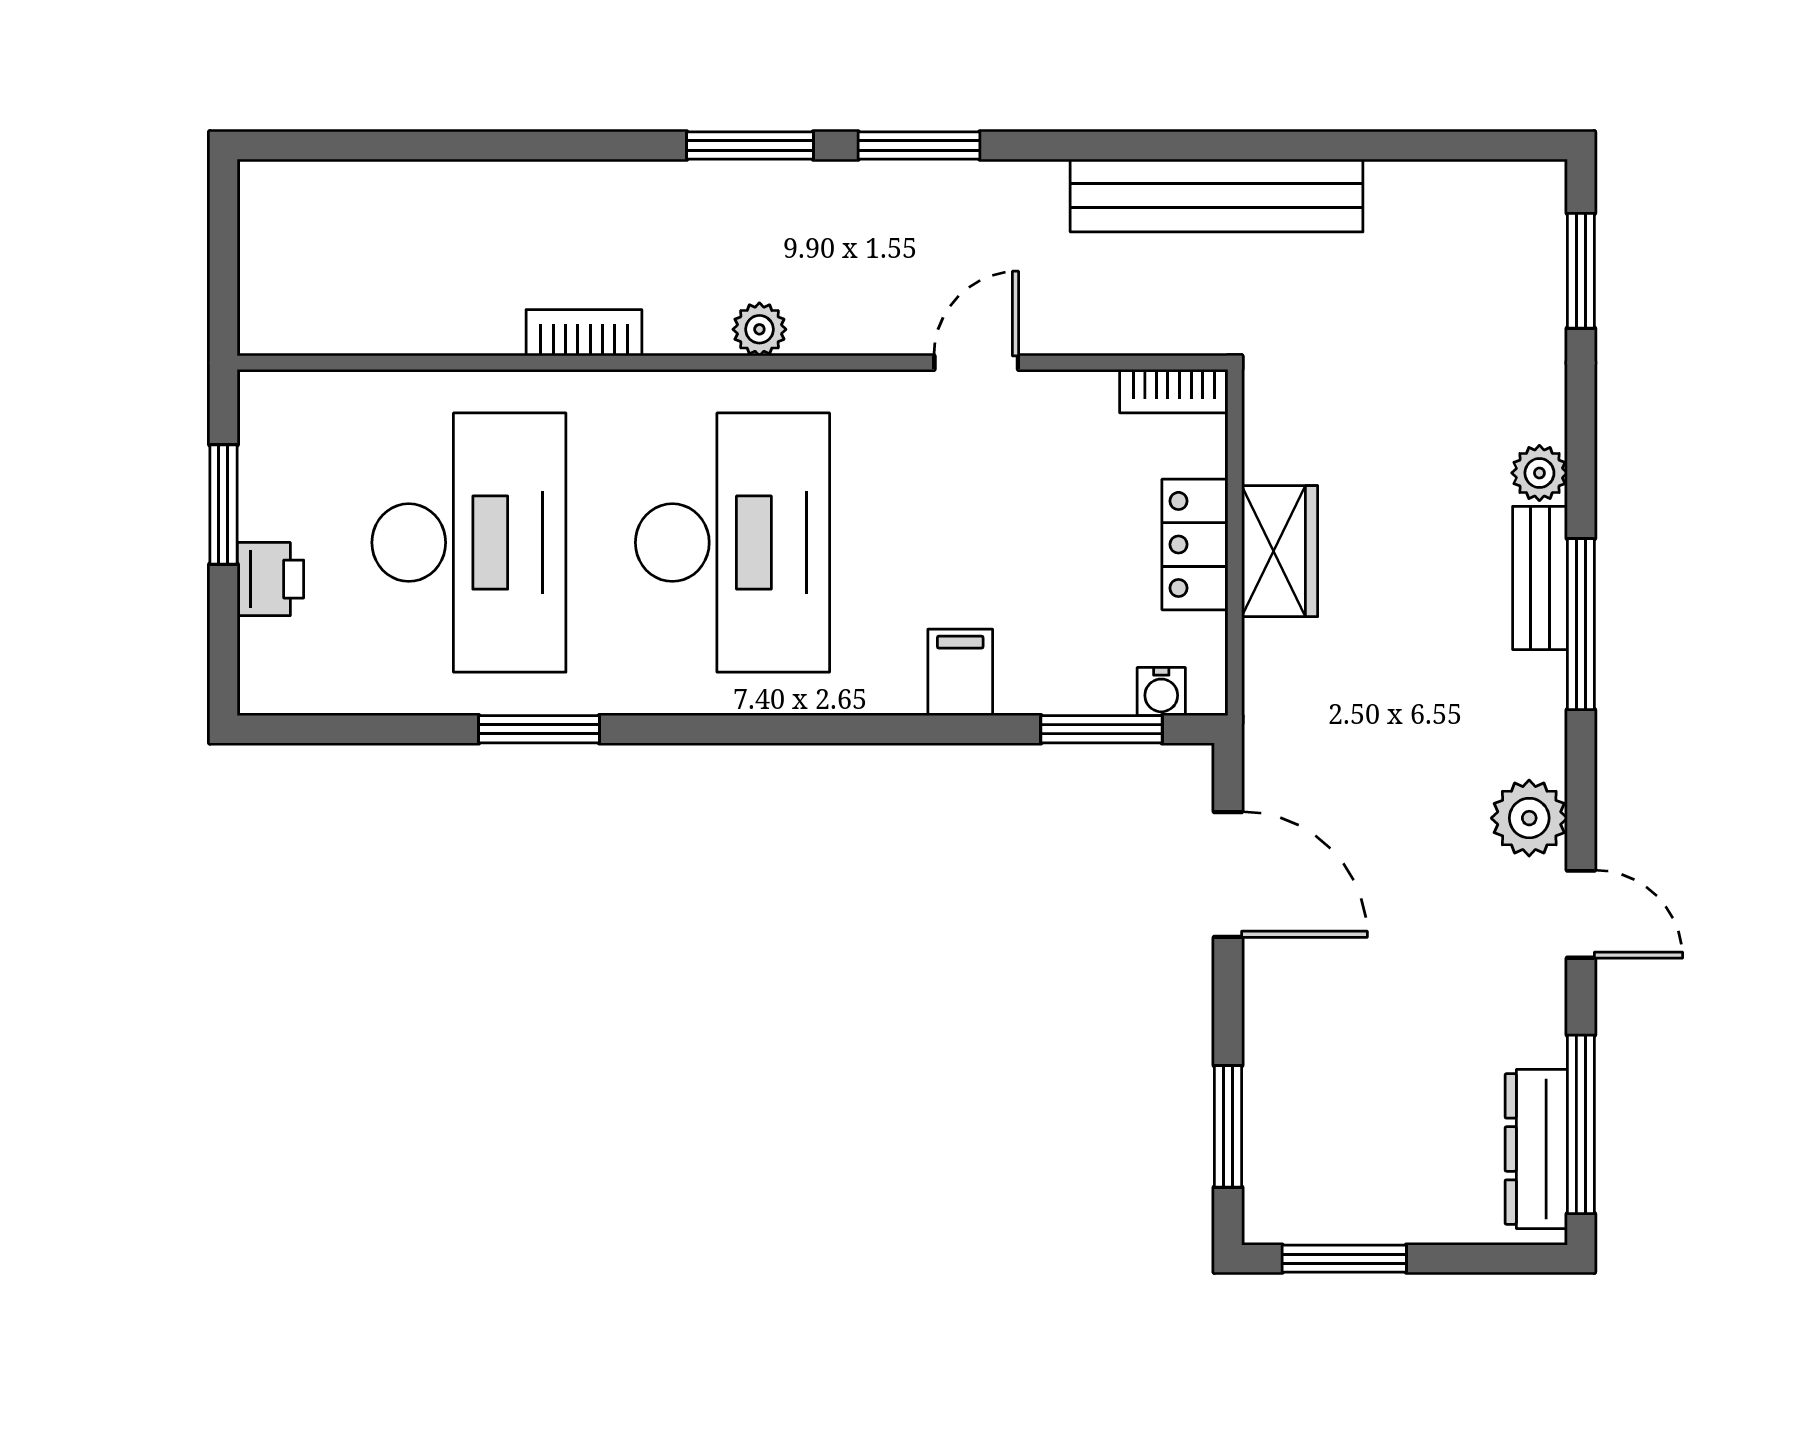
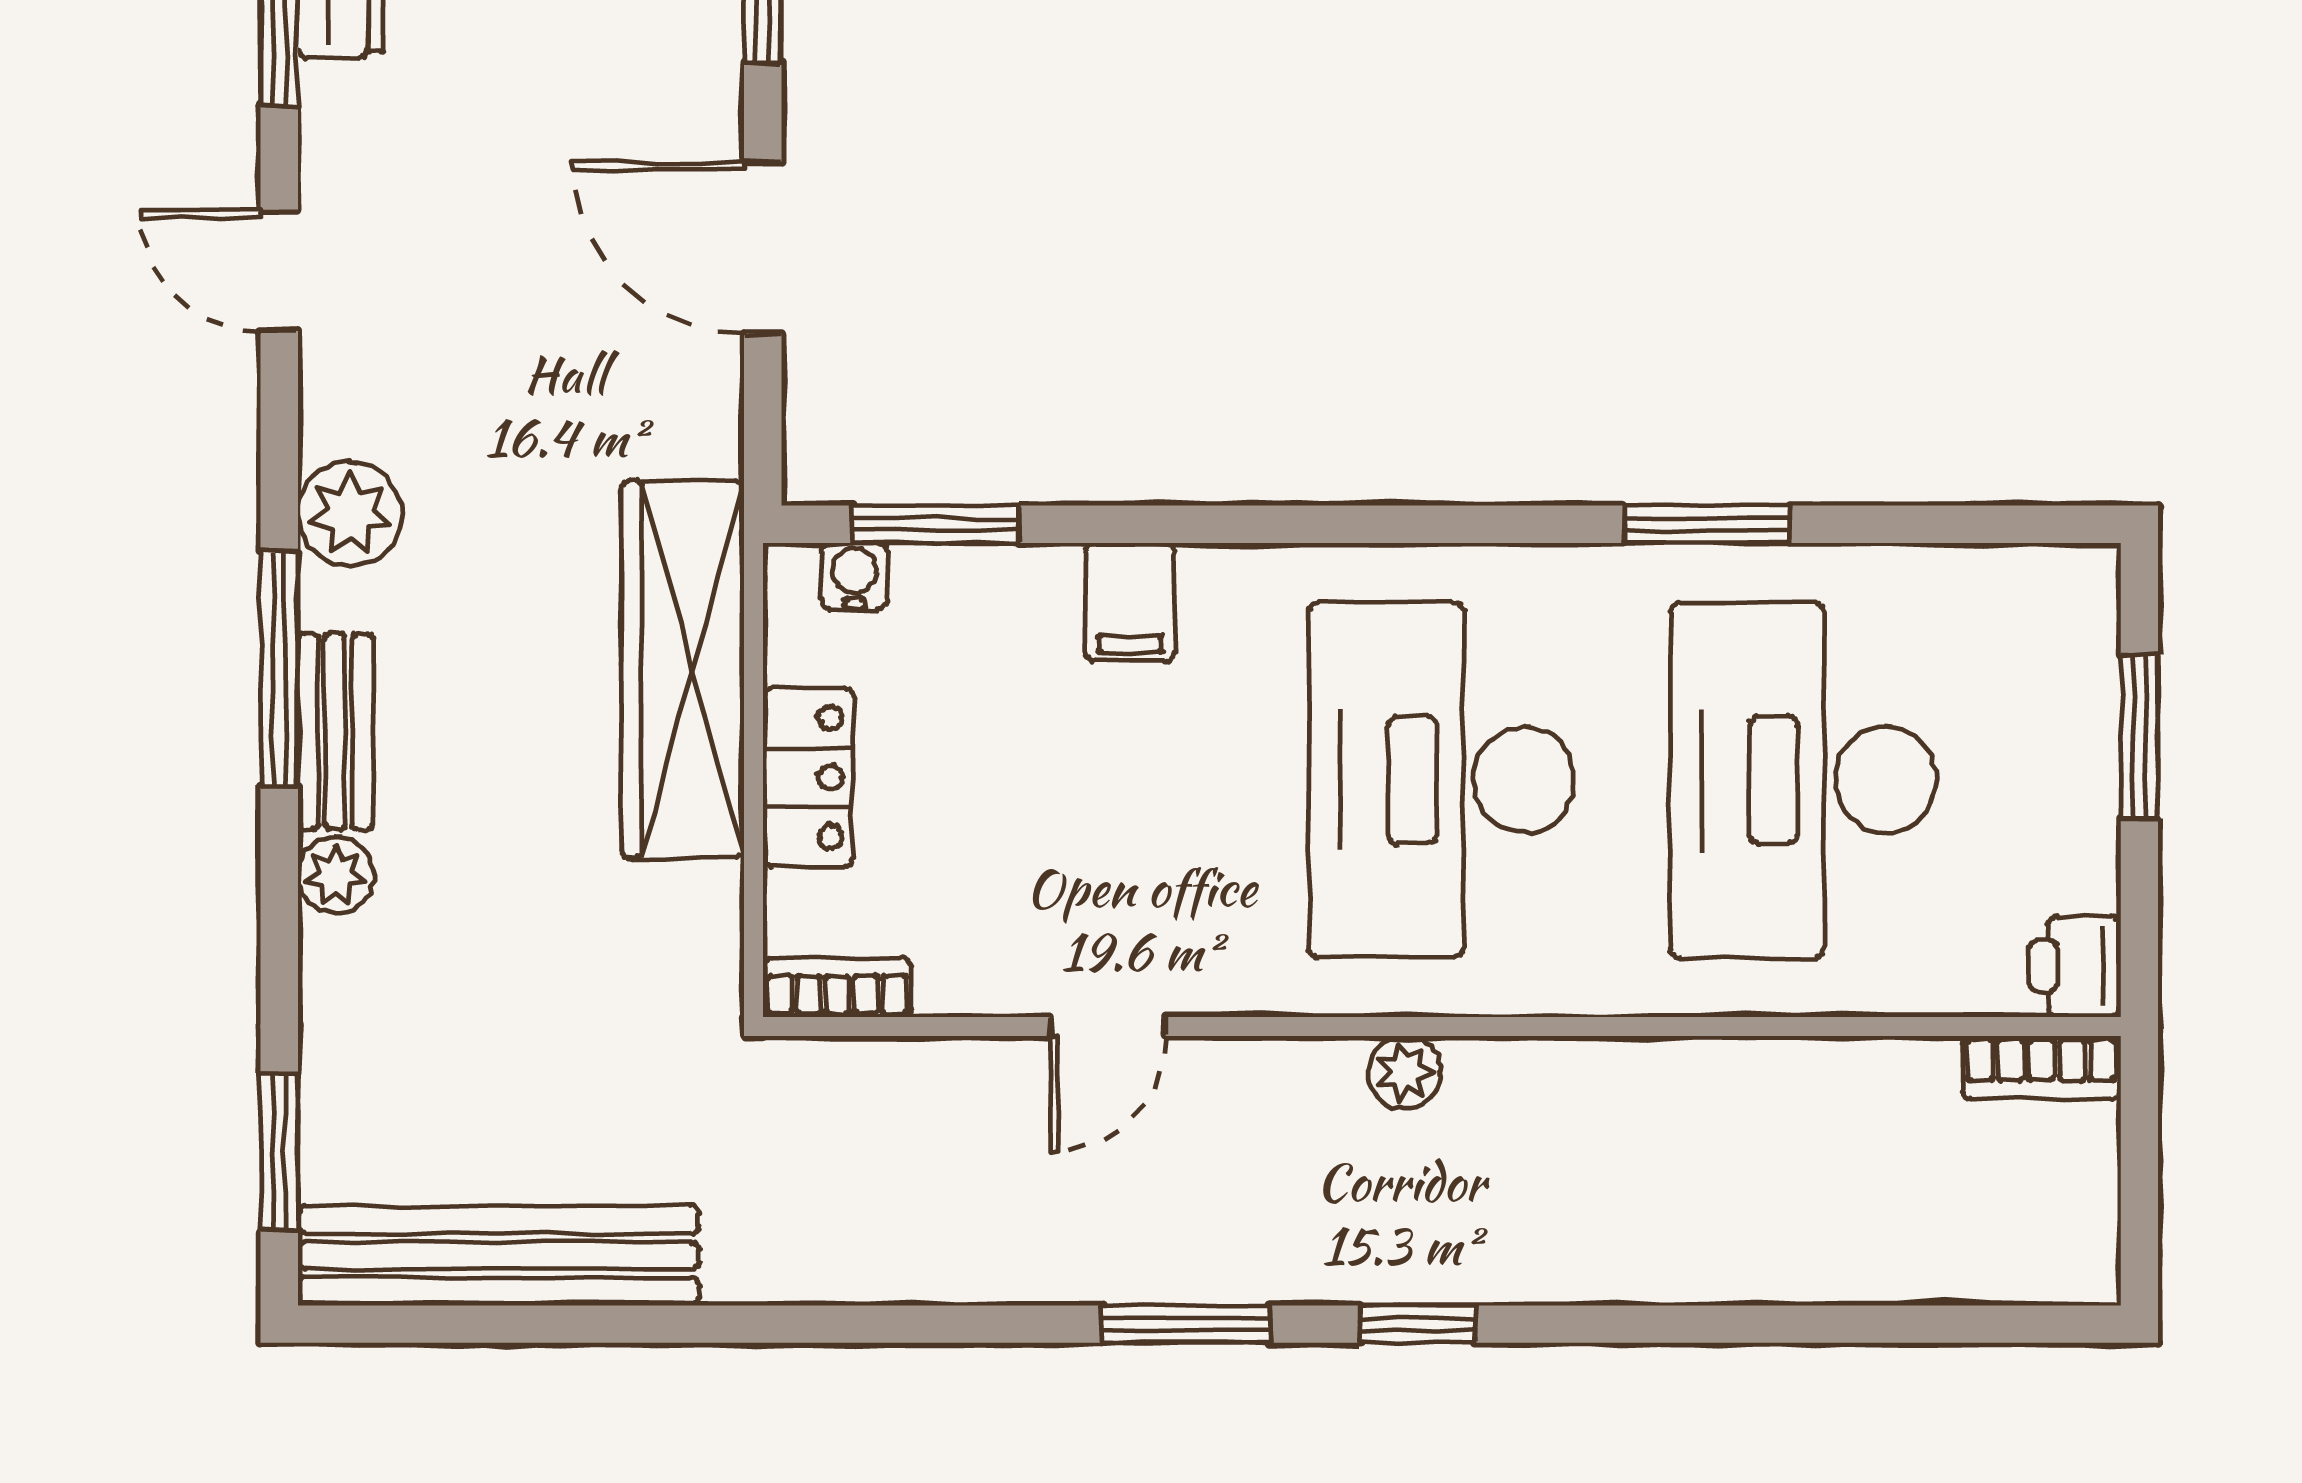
window: (750, 146) -> (1418, 1324), width x0.67
bench: (1217, 195) -> (498, 1256), moved
bookcase: (584, 333) -> (2041, 1068), moved
window: (223, 504) -> (2139, 737), moved
wardrobe: (1280, 551) -> (683, 669), width x2.10, depth x1.17
printer: (270, 579) -> (2075, 966), moved
plant: (1529, 818) -> (350, 514), moved
door: (1228, 874) -> (763, 247), moved

